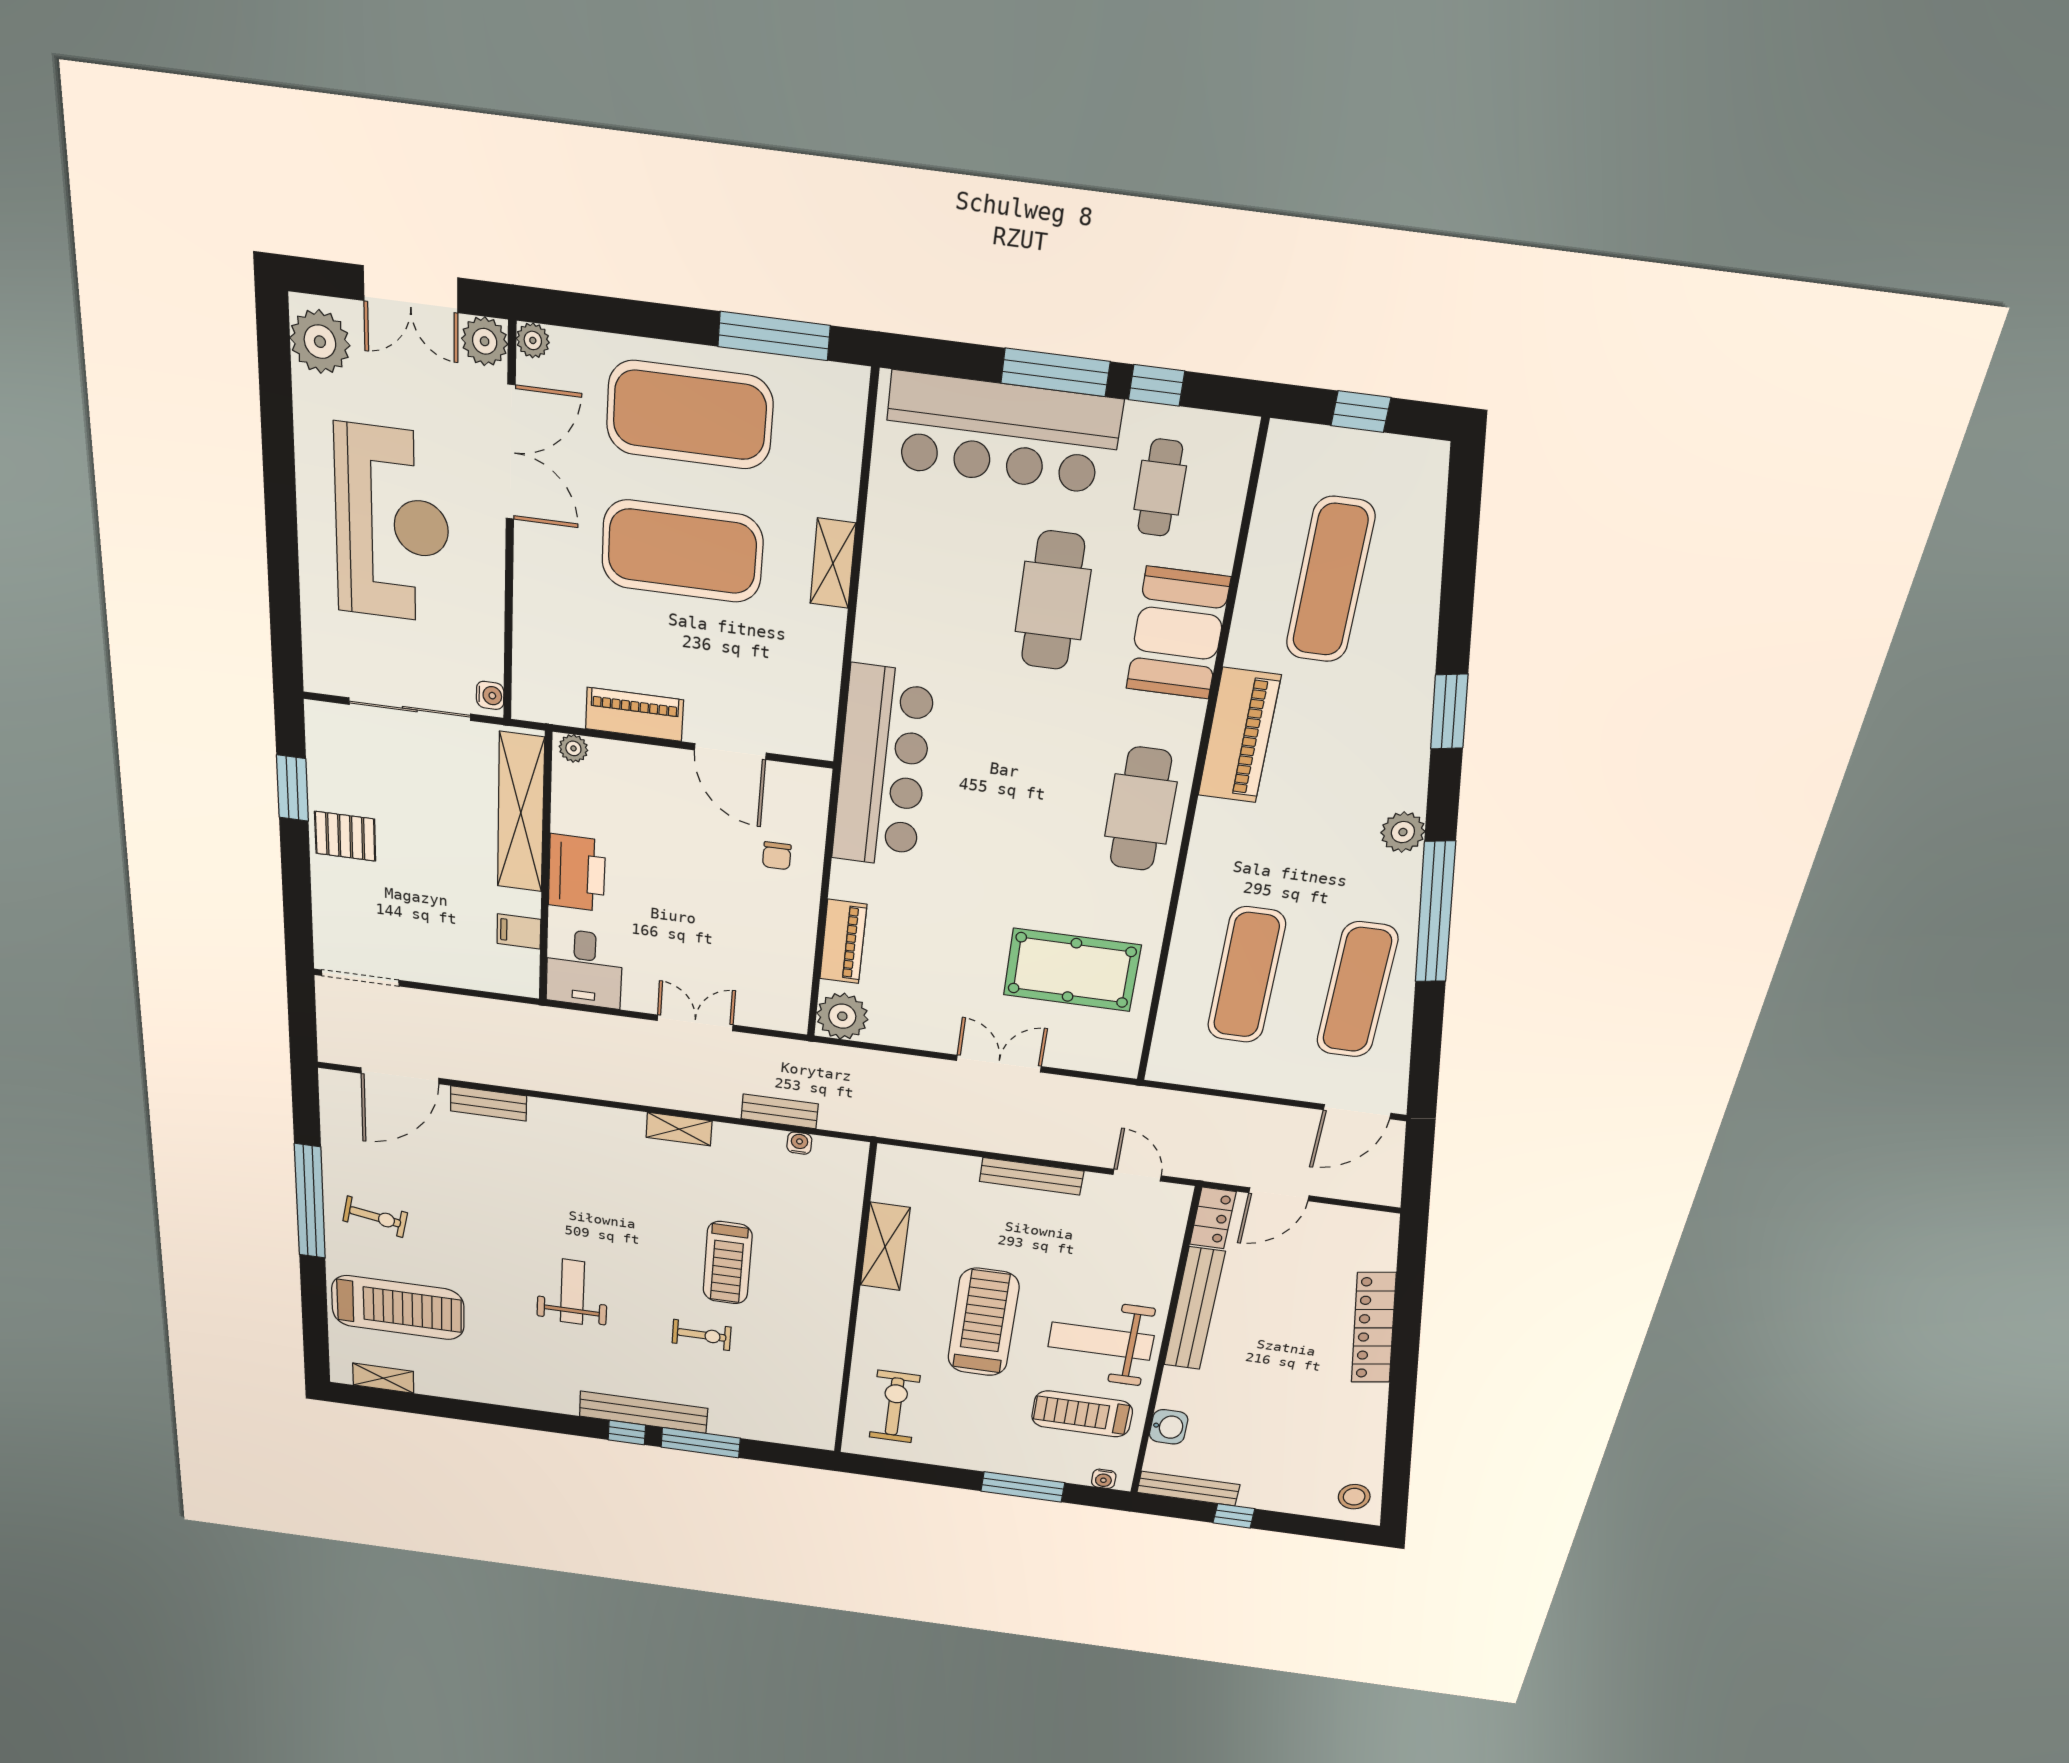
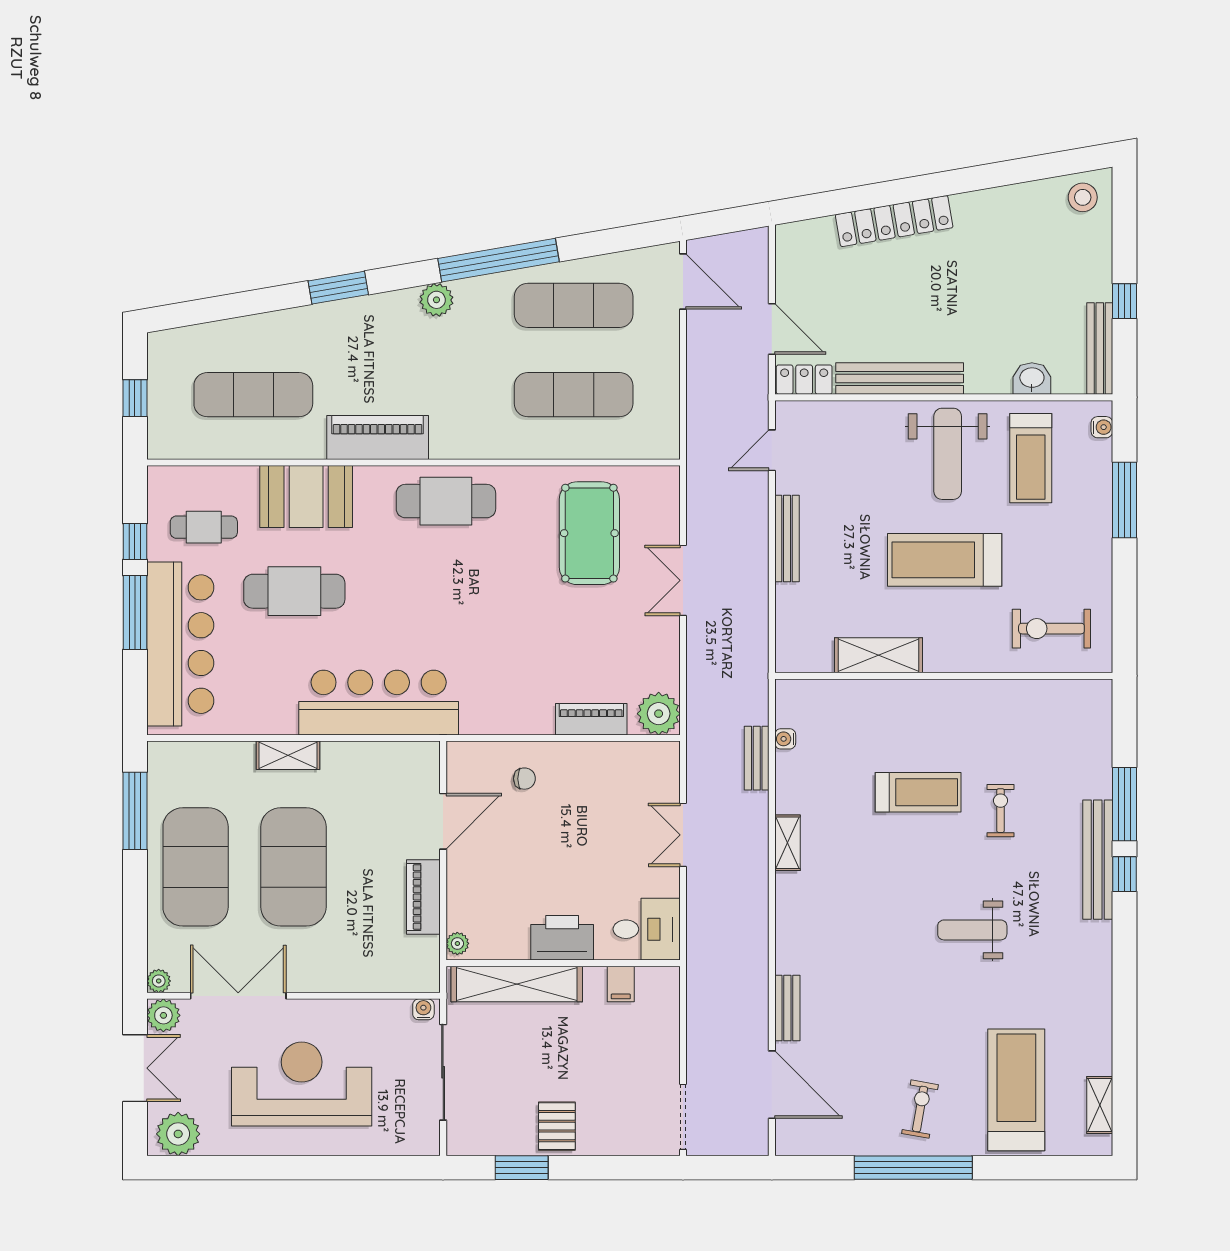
bar counter: (883, 768) -> (379, 703), moved

